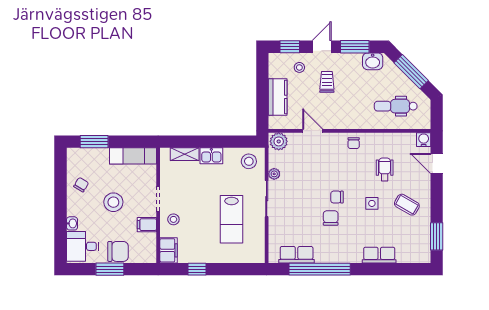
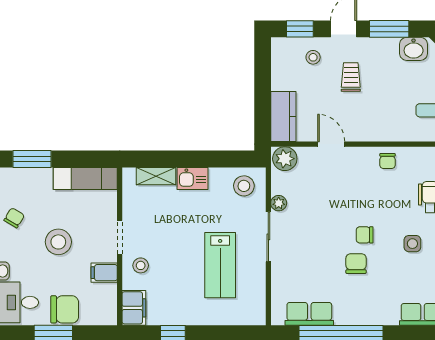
kitchen counter: (278, 97) -> (283, 116), moved

